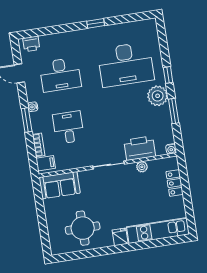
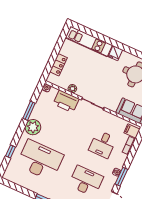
window: (168, 75) -> (10, 151), moved
window: (27, 120) -> (121, 177), moved

